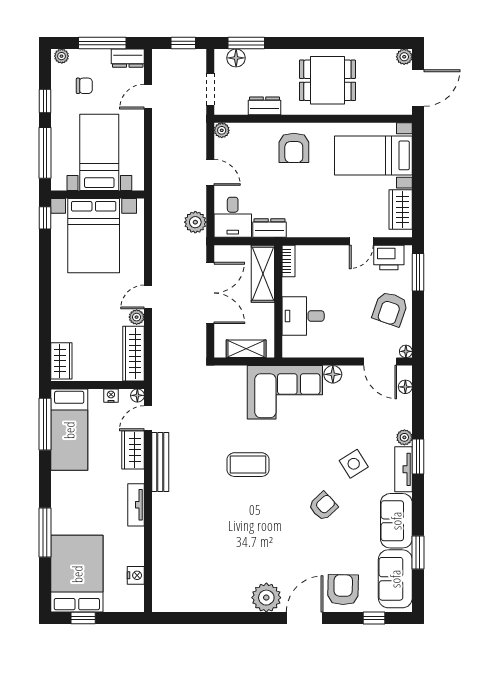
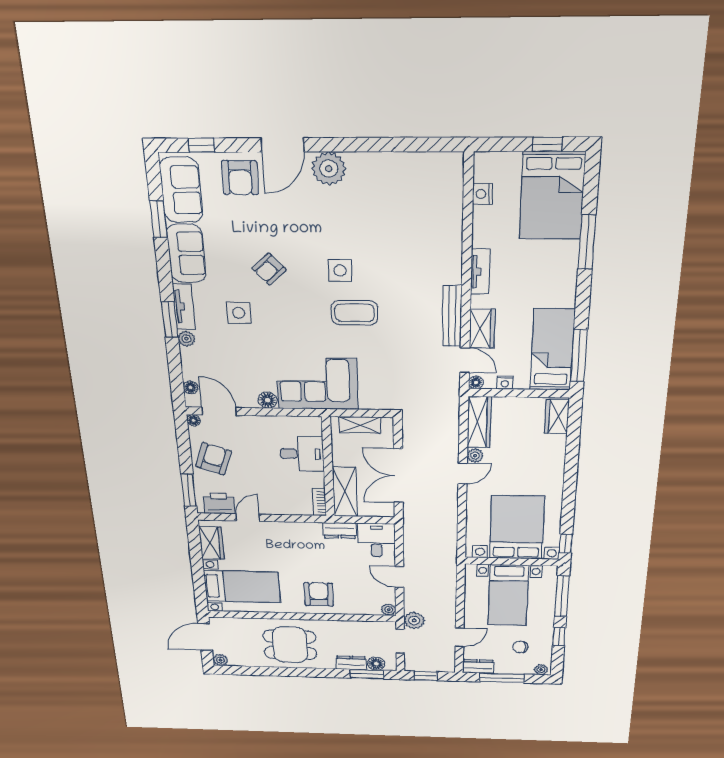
dresser: (265, 106) -> (351, 663), moved, turned 180
plant: (195, 222) -> (414, 620), moved
door: (148, 418) -> (465, 360), hinge flipped
side table: (354, 464) -> (239, 313), turned 32
side table: (260, 505) -> (340, 270), added

